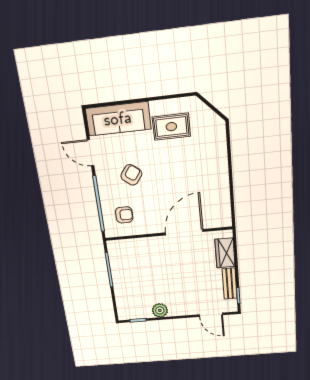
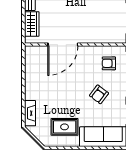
fireplace: (219, 140) -> (30, 113), added

